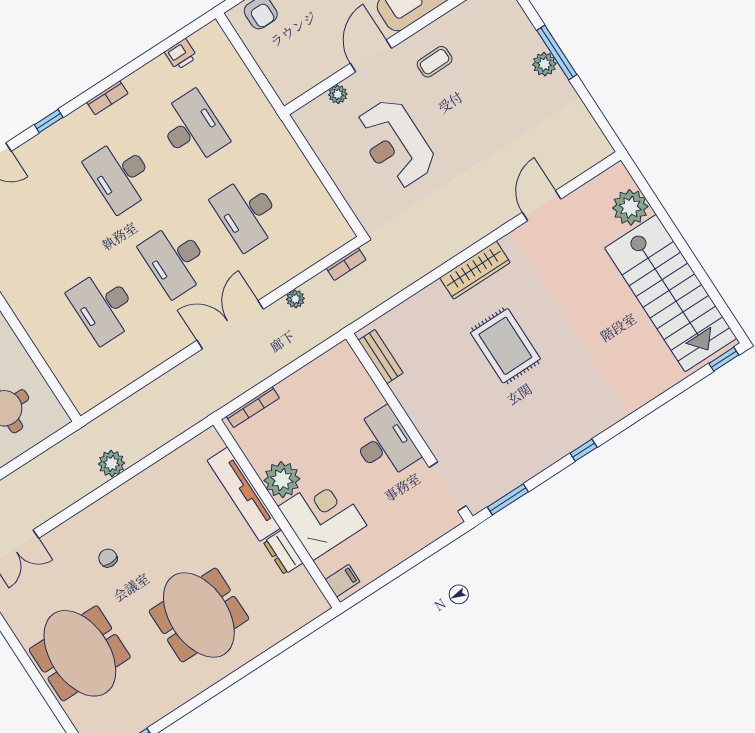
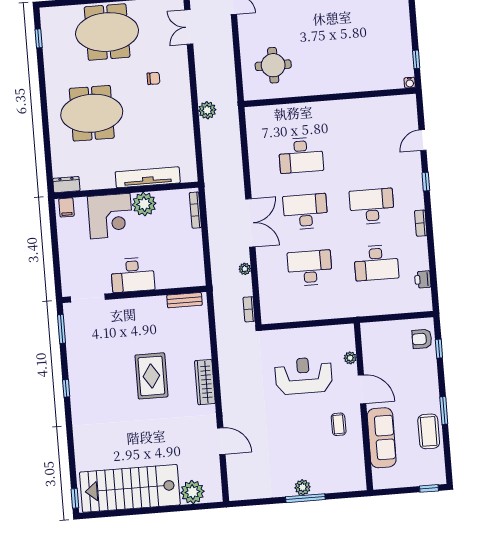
desk: (104, 306) -> (301, 155), turned 180
rug: (505, 346) -> (151, 376), turned 90
dresser: (283, 552) -> (66, 185), moved

